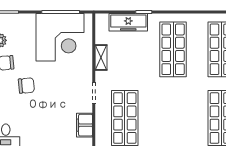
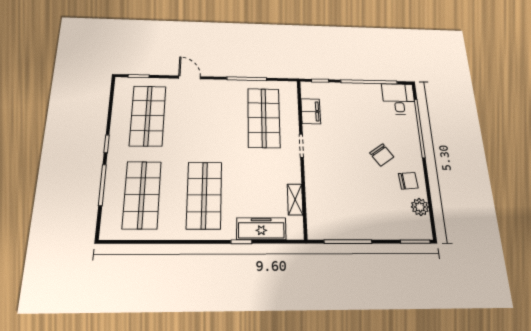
corner desk: (60, 37) -> (346, 210), removed
shelving: (101, 58) -> (295, 199), moved
chair: (26, 86) -> (382, 155), turned -120

